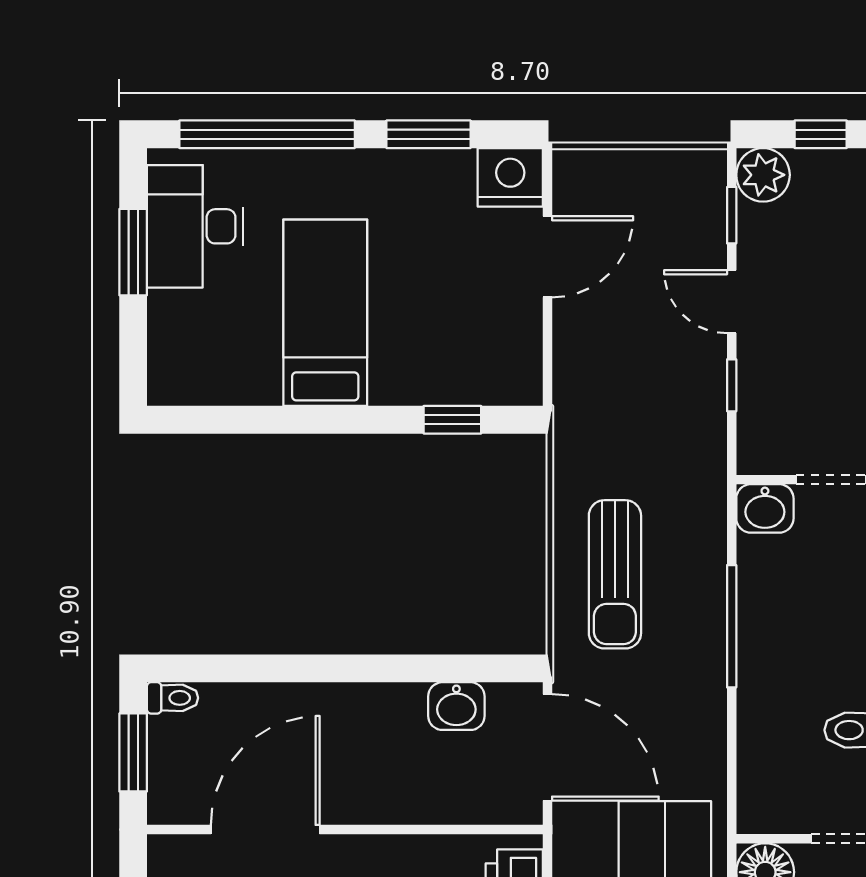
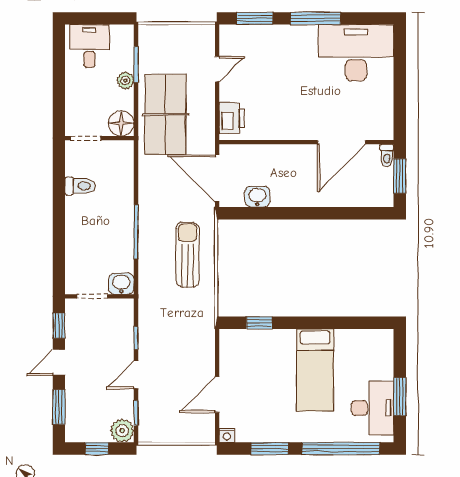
nightstand: (510, 177) -> (227, 435), width x0.53, depth x0.56
door: (732, 302) -> (136, 375), swing flipped
toilet: (173, 698) -> (387, 155), moved, turned -90

